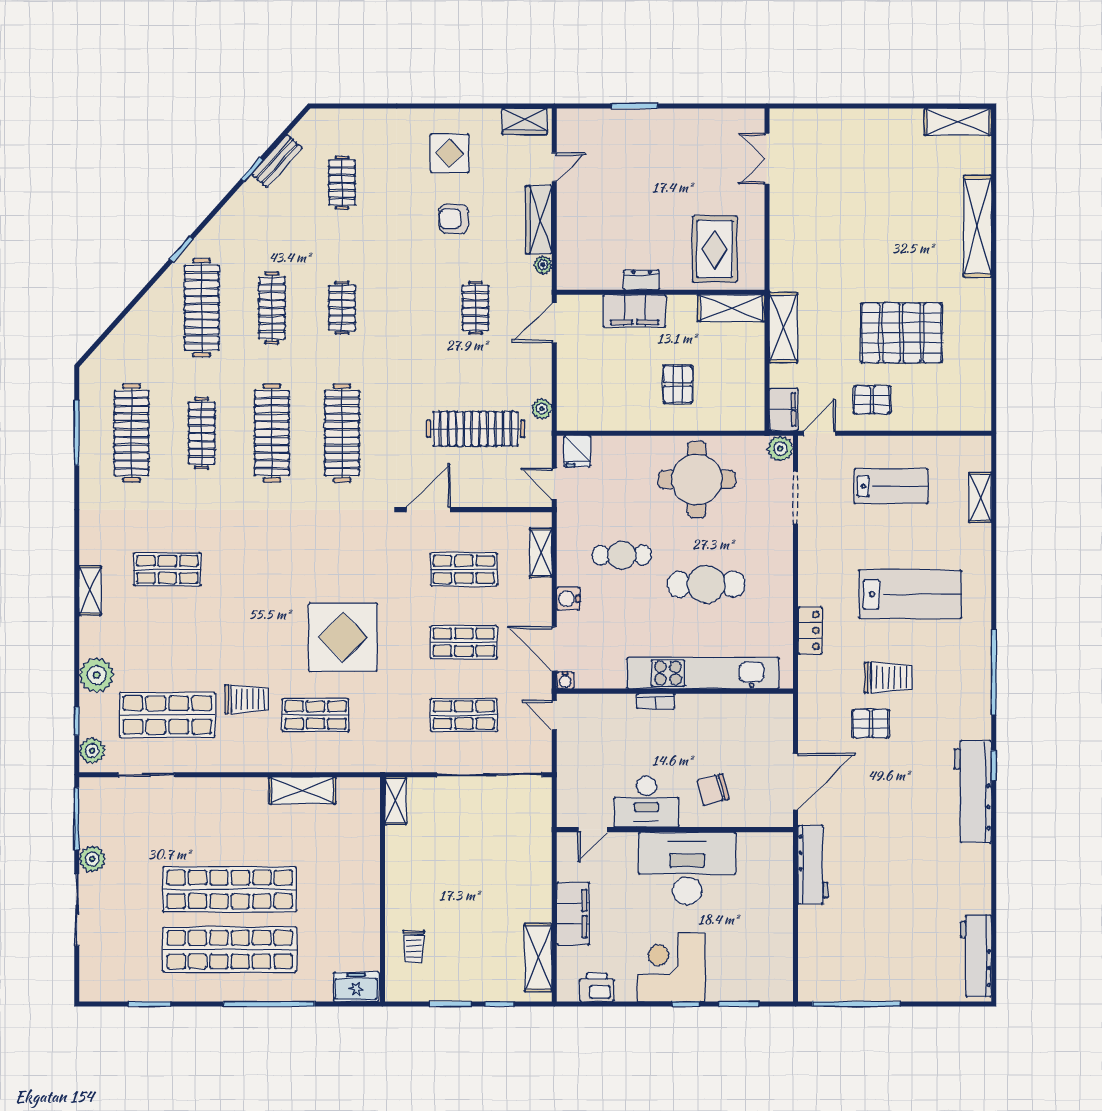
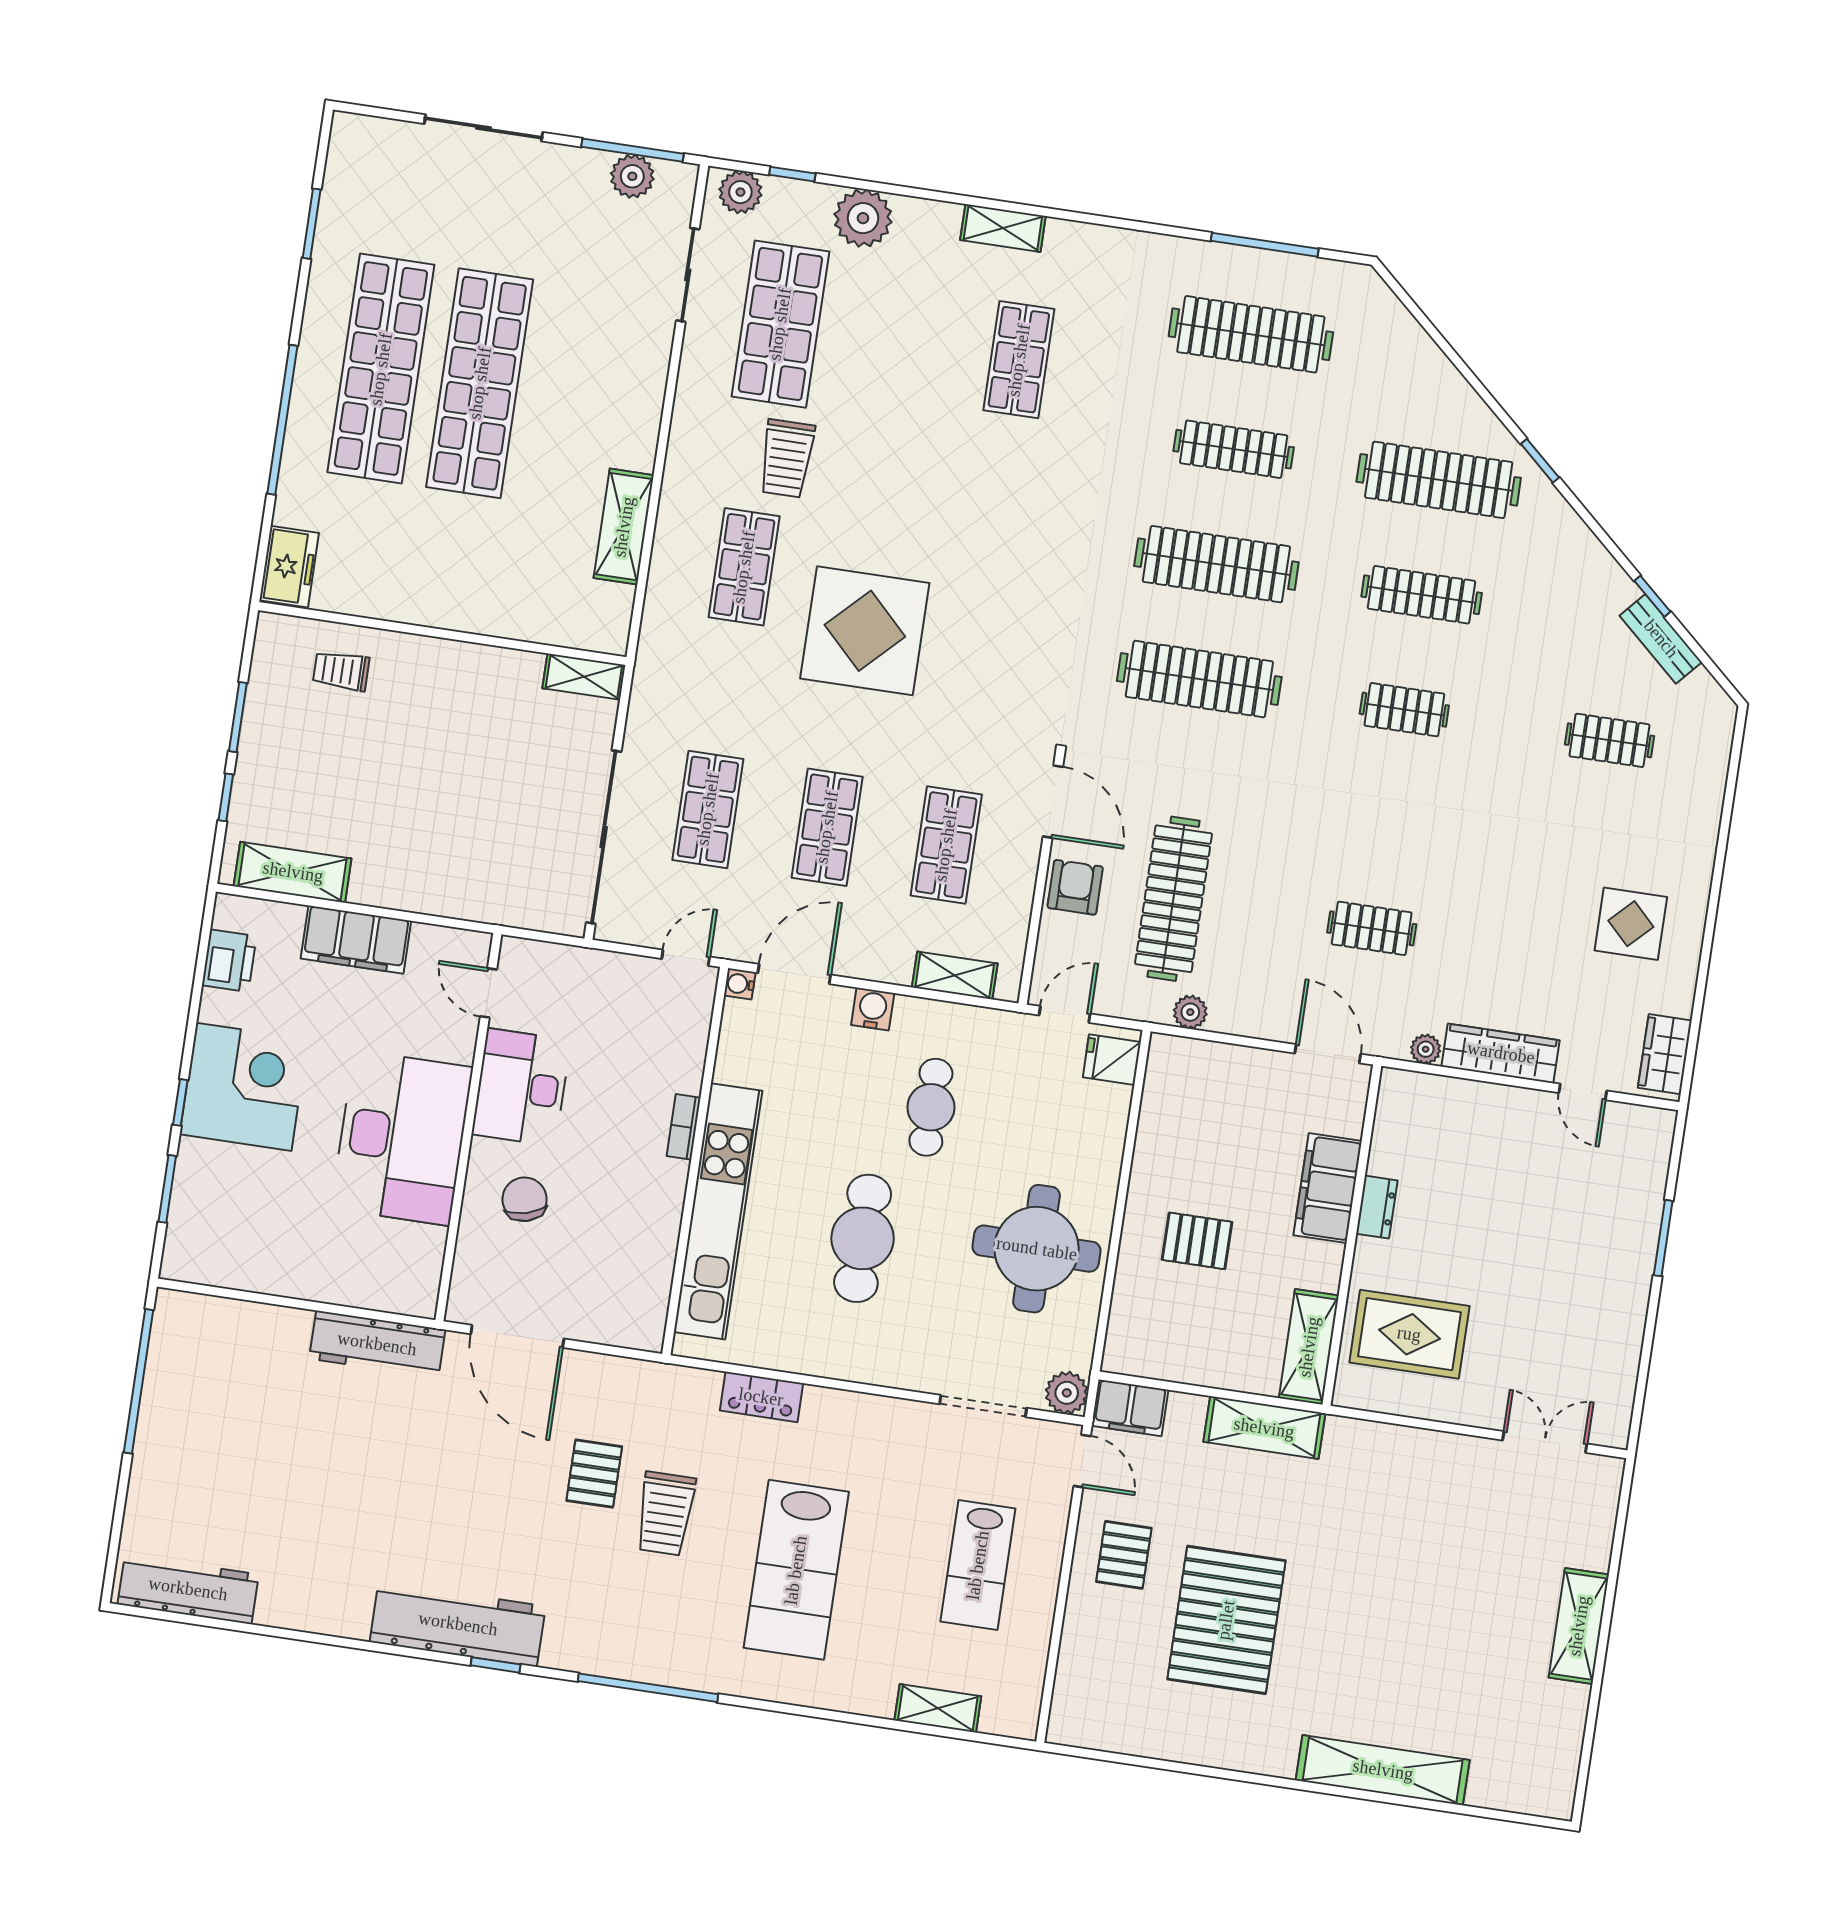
shelving: (958, 122) -> (1579, 1626), moved
armchair: (454, 219) -> (1075, 887), moved
plant: (92, 859) -> (632, 176), moved

